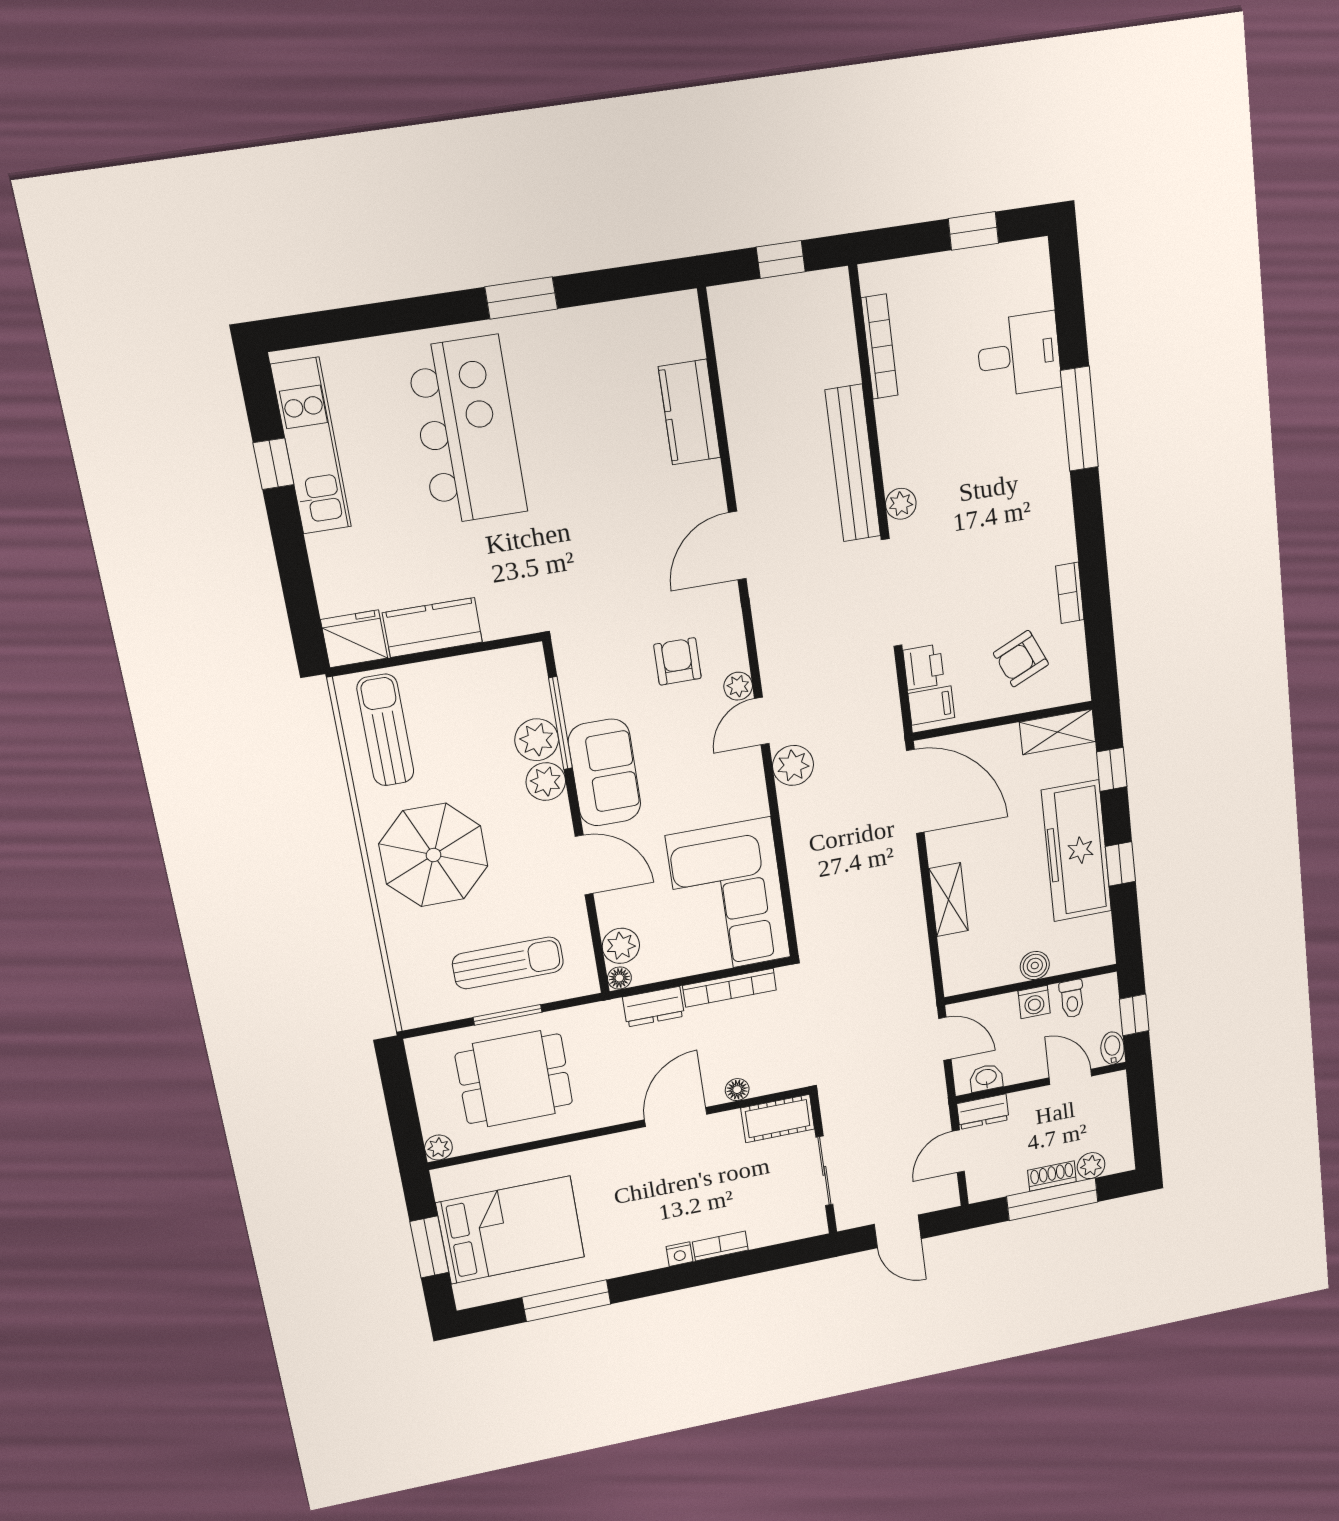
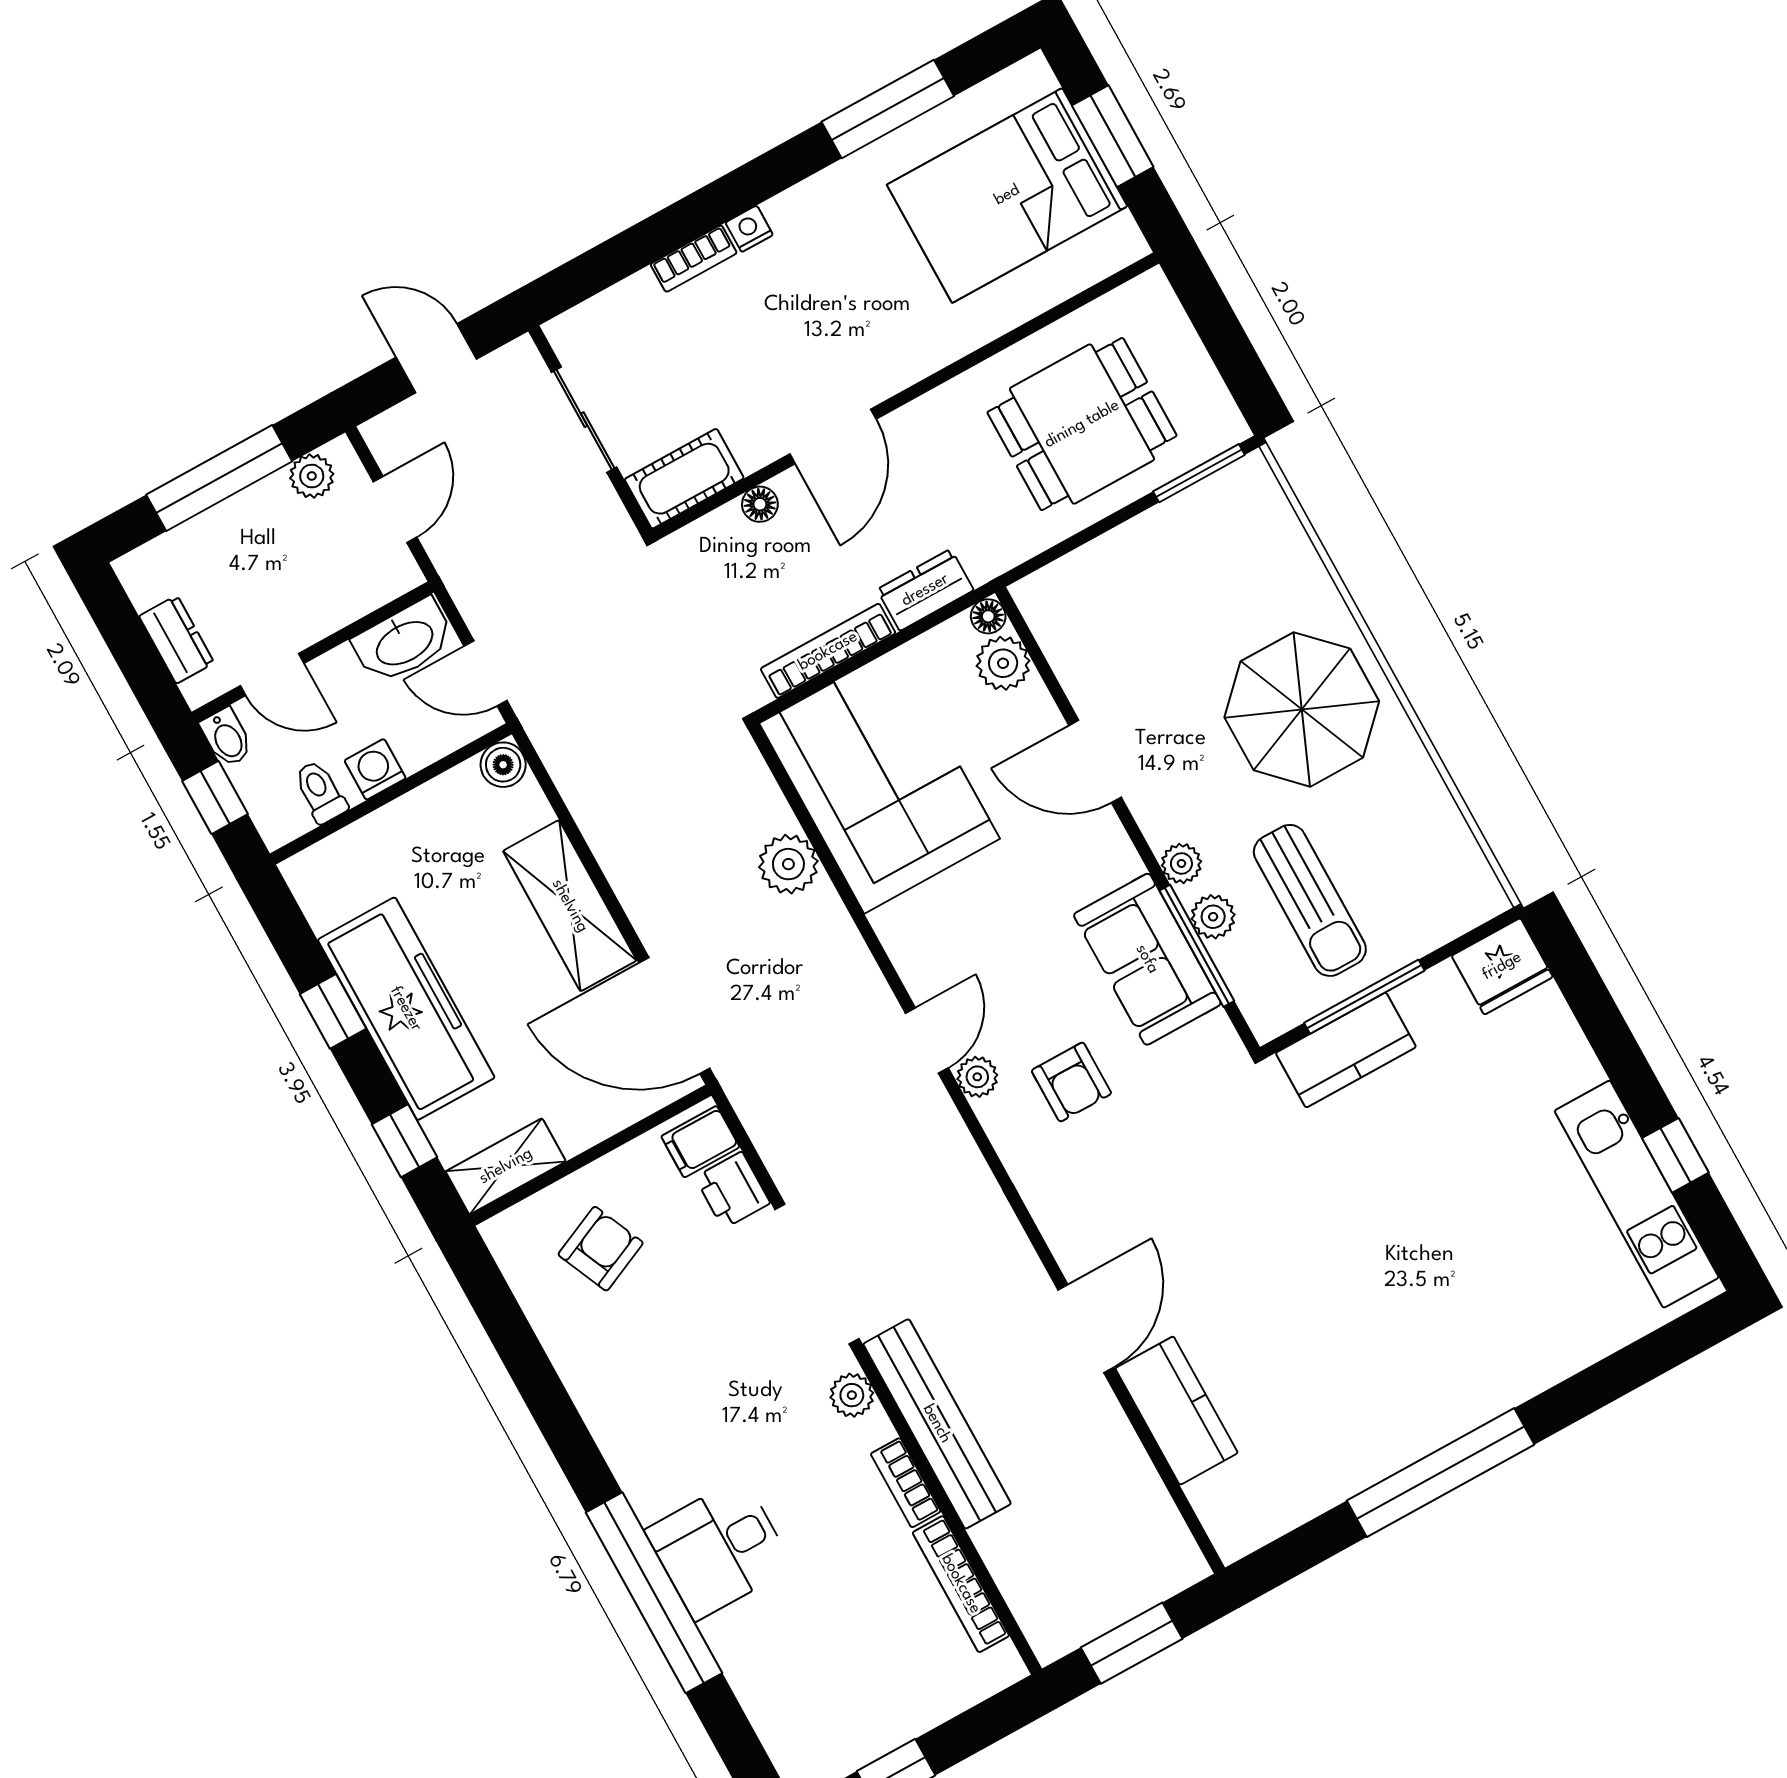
window: (781, 259) -> (1132, 1643), width x1.50
window: (521, 298) -> (1440, 1473), width x2.11
desk: (1019, 355) -> (719, 1549), moved
window: (1079, 419) -> (654, 1593), width x1.46
kitchen island: (467, 431) -> (1451, 1284), removed
door: (737, 546) -> (1086, 1329), moved
bookcase: (1070, 593) -> (906, 1483), moved, turned 180
kitchen counter: (432, 627) -> (1346, 1050), moved
window: (458, 651) -> (1364, 997), added
sun lounger: (385, 730) -> (1310, 900), moved
plant: (537, 740) -> (1213, 917), width x0.73, depth x0.73
plant: (793, 765) -> (788, 864), moved
sofa: (605, 773) -> (1147, 959), moved
plant: (546, 782) -> (1181, 863), width x0.73, depth x0.73
shelving: (949, 900) -> (570, 906), width x1.50, depth x1.33
sun lounger: (508, 963) -> (1149, 590), removed
boiler: (1035, 966) -> (503, 765), moved
window: (508, 1015) -> (1199, 473), moved
washbasin: (986, 1078) -> (404, 642), width x1.91, depth x1.45
dresser: (983, 1112) -> (177, 640), moved, turned 90
plant: (438, 1148) -> (1151, 290), removed
plant: (1091, 1166) -> (312, 476), moved
shoe rack: (1052, 1176) -> (235, 514), removed

